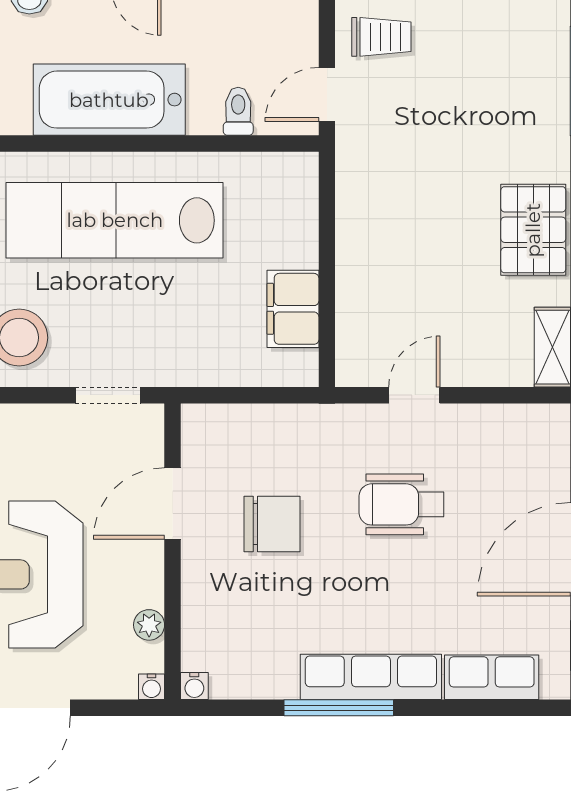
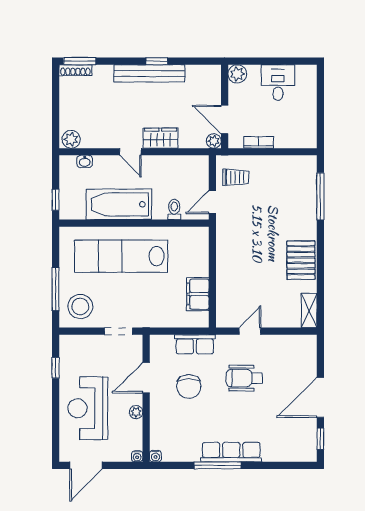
chair: (272, 524) -> (189, 386), turned 90
plant: (149, 625) -> (136, 412), moved
row of seats: (492, 677) -> (195, 344), moved, turned 180

